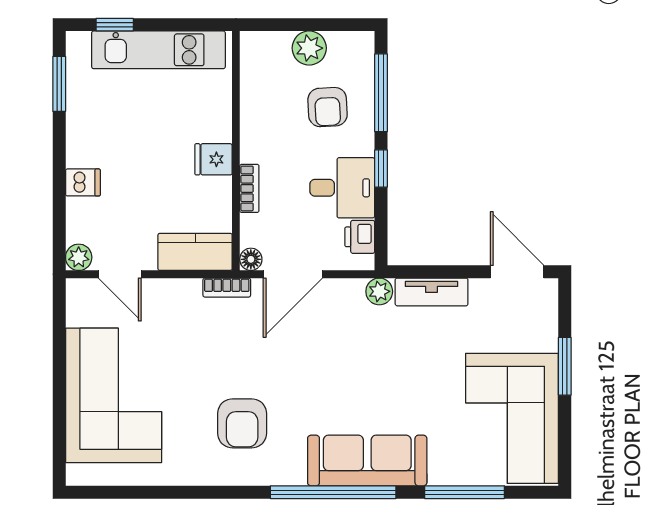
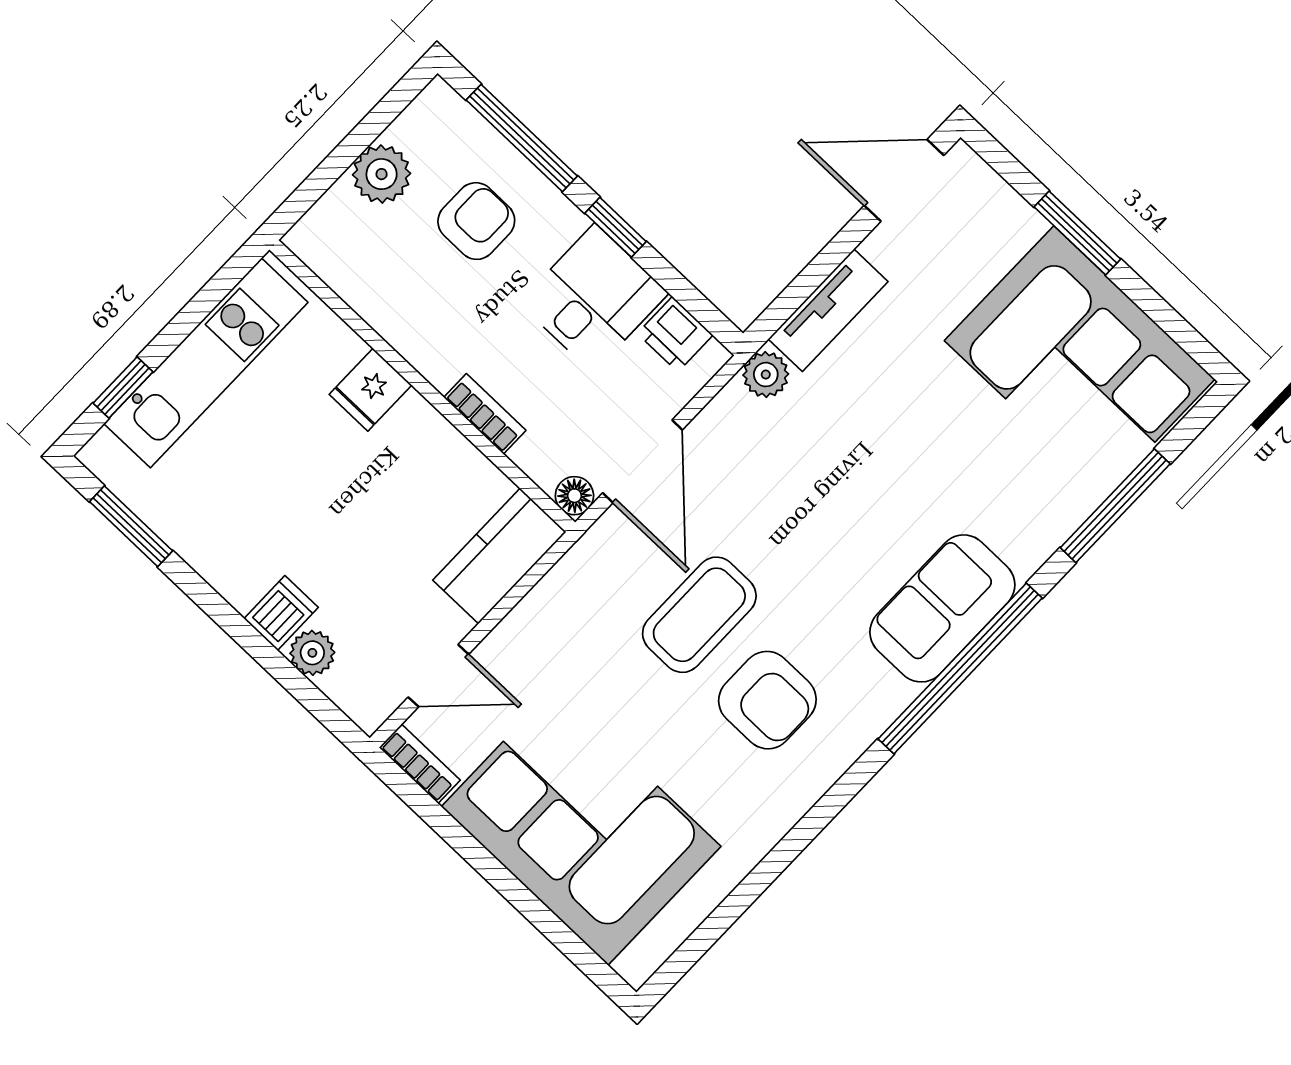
armchair: (328, 107) -> (476, 221), turned -87
fridge: (213, 159) -> (370, 390), moved
plant: (79, 257) -> (312, 653), moved
bookcase: (227, 288) -> (420, 764), moved, turned -90
coffee table: (251, 360) -> (699, 615), added
sofa: (367, 460) -> (942, 608), width x0.73

